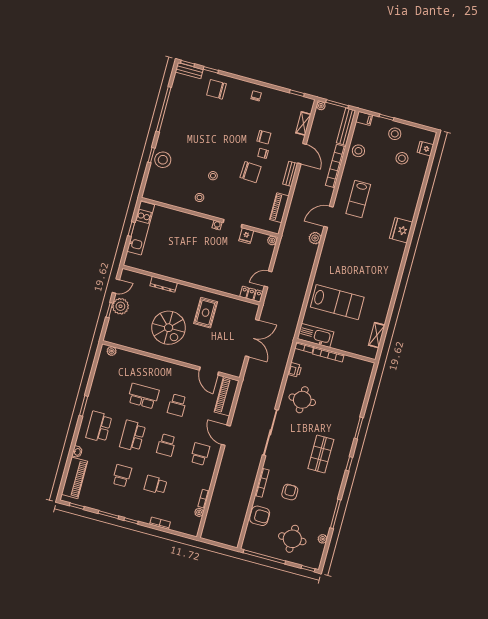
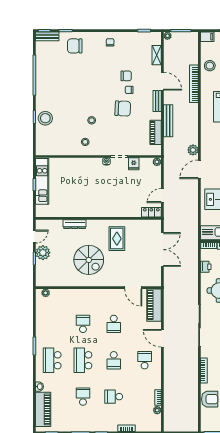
bench: (346, 127) -> (168, 121), moved
door: (328, 217) -> (199, 169), moved
school desk: (143, 396) -> (83, 324), width x0.54

